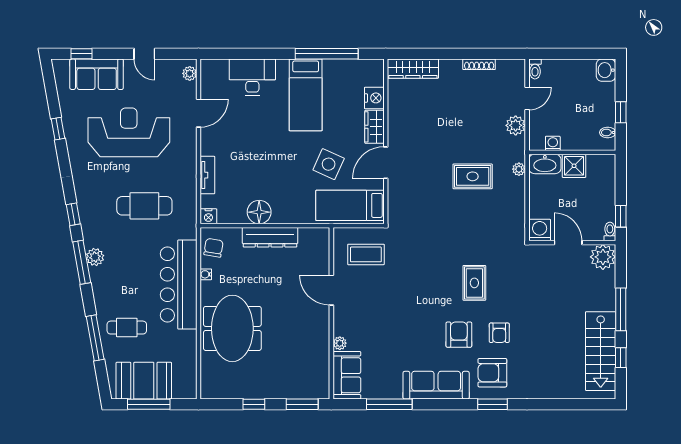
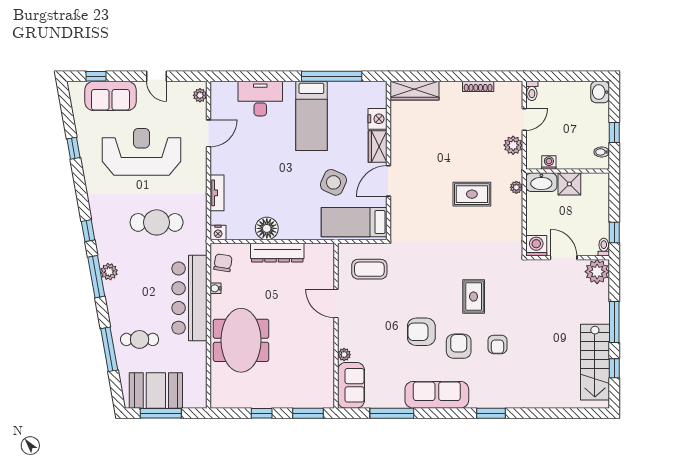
armchair: (492, 373) -> (421, 332), moved

